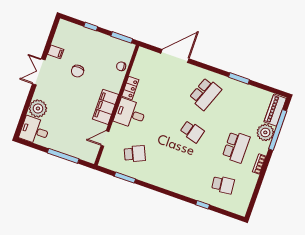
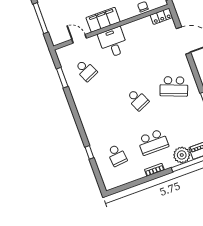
locker: (130, 88) -> (161, 16), moved
school desk: (192, 131) -> (138, 100), turned -39

